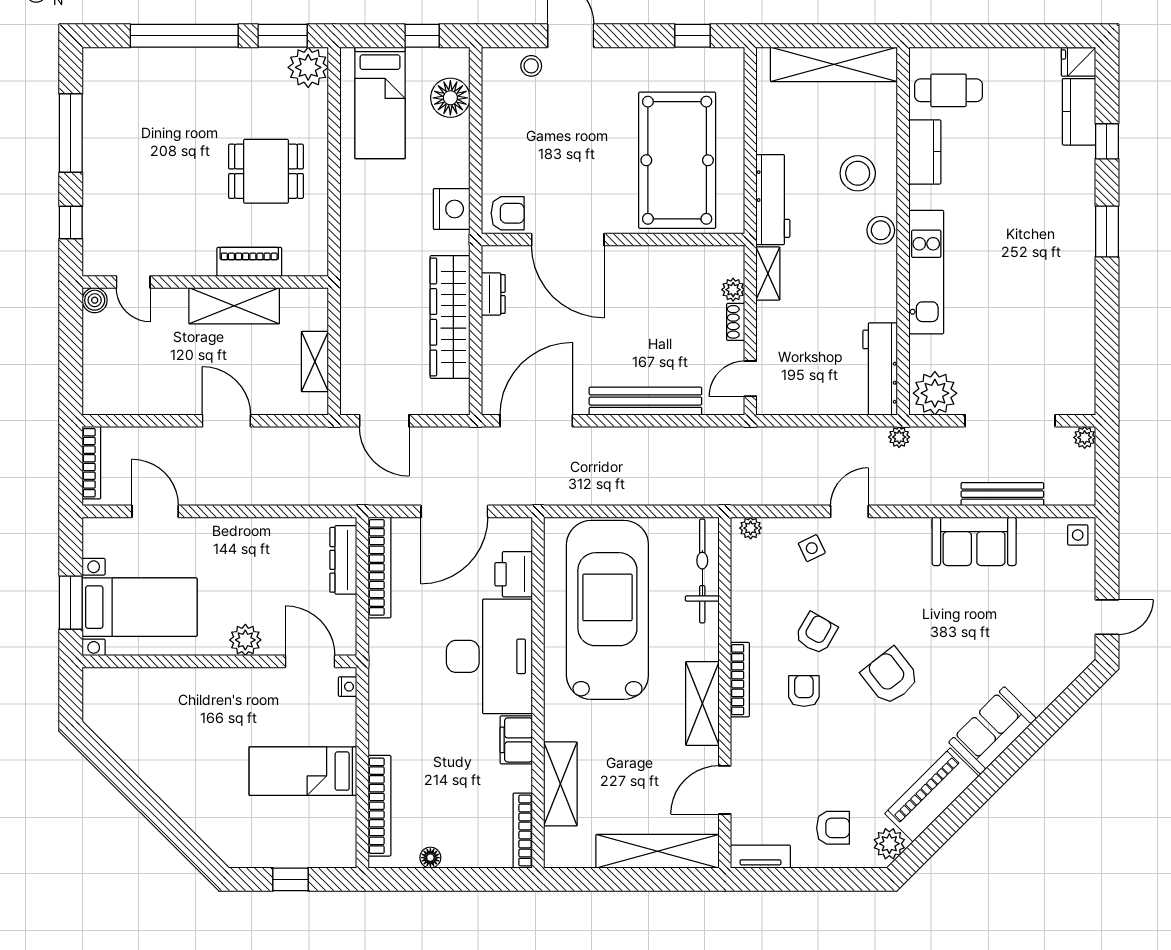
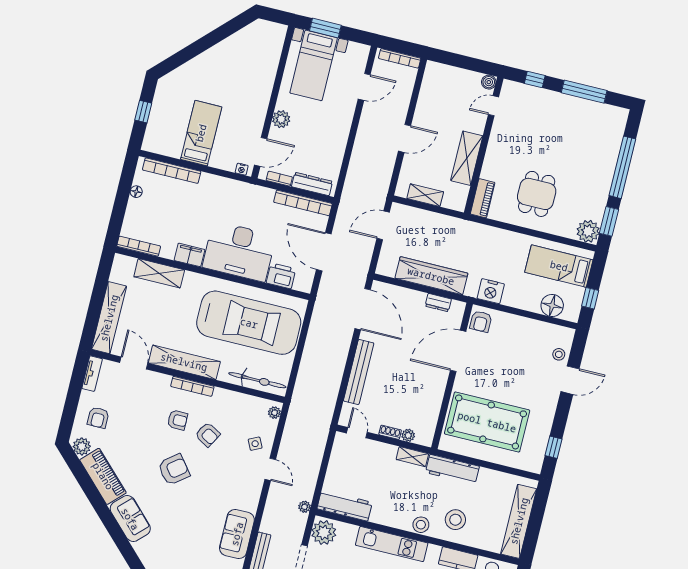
piano: (249, 262) -> (483, 198), moved
bookcase: (348, 618) -> (279, 179), added
shelving: (702, 703) -> (184, 362), width x1.47

